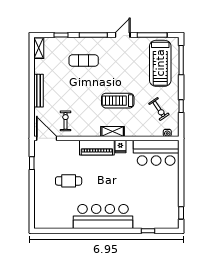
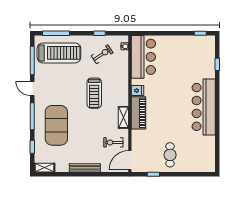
exercise mat: (84, 61) -> (56, 125), width x2.00, depth x1.45
shelving: (113, 131) -> (123, 117), moved
cafe table: (69, 181) -> (170, 155), moved

